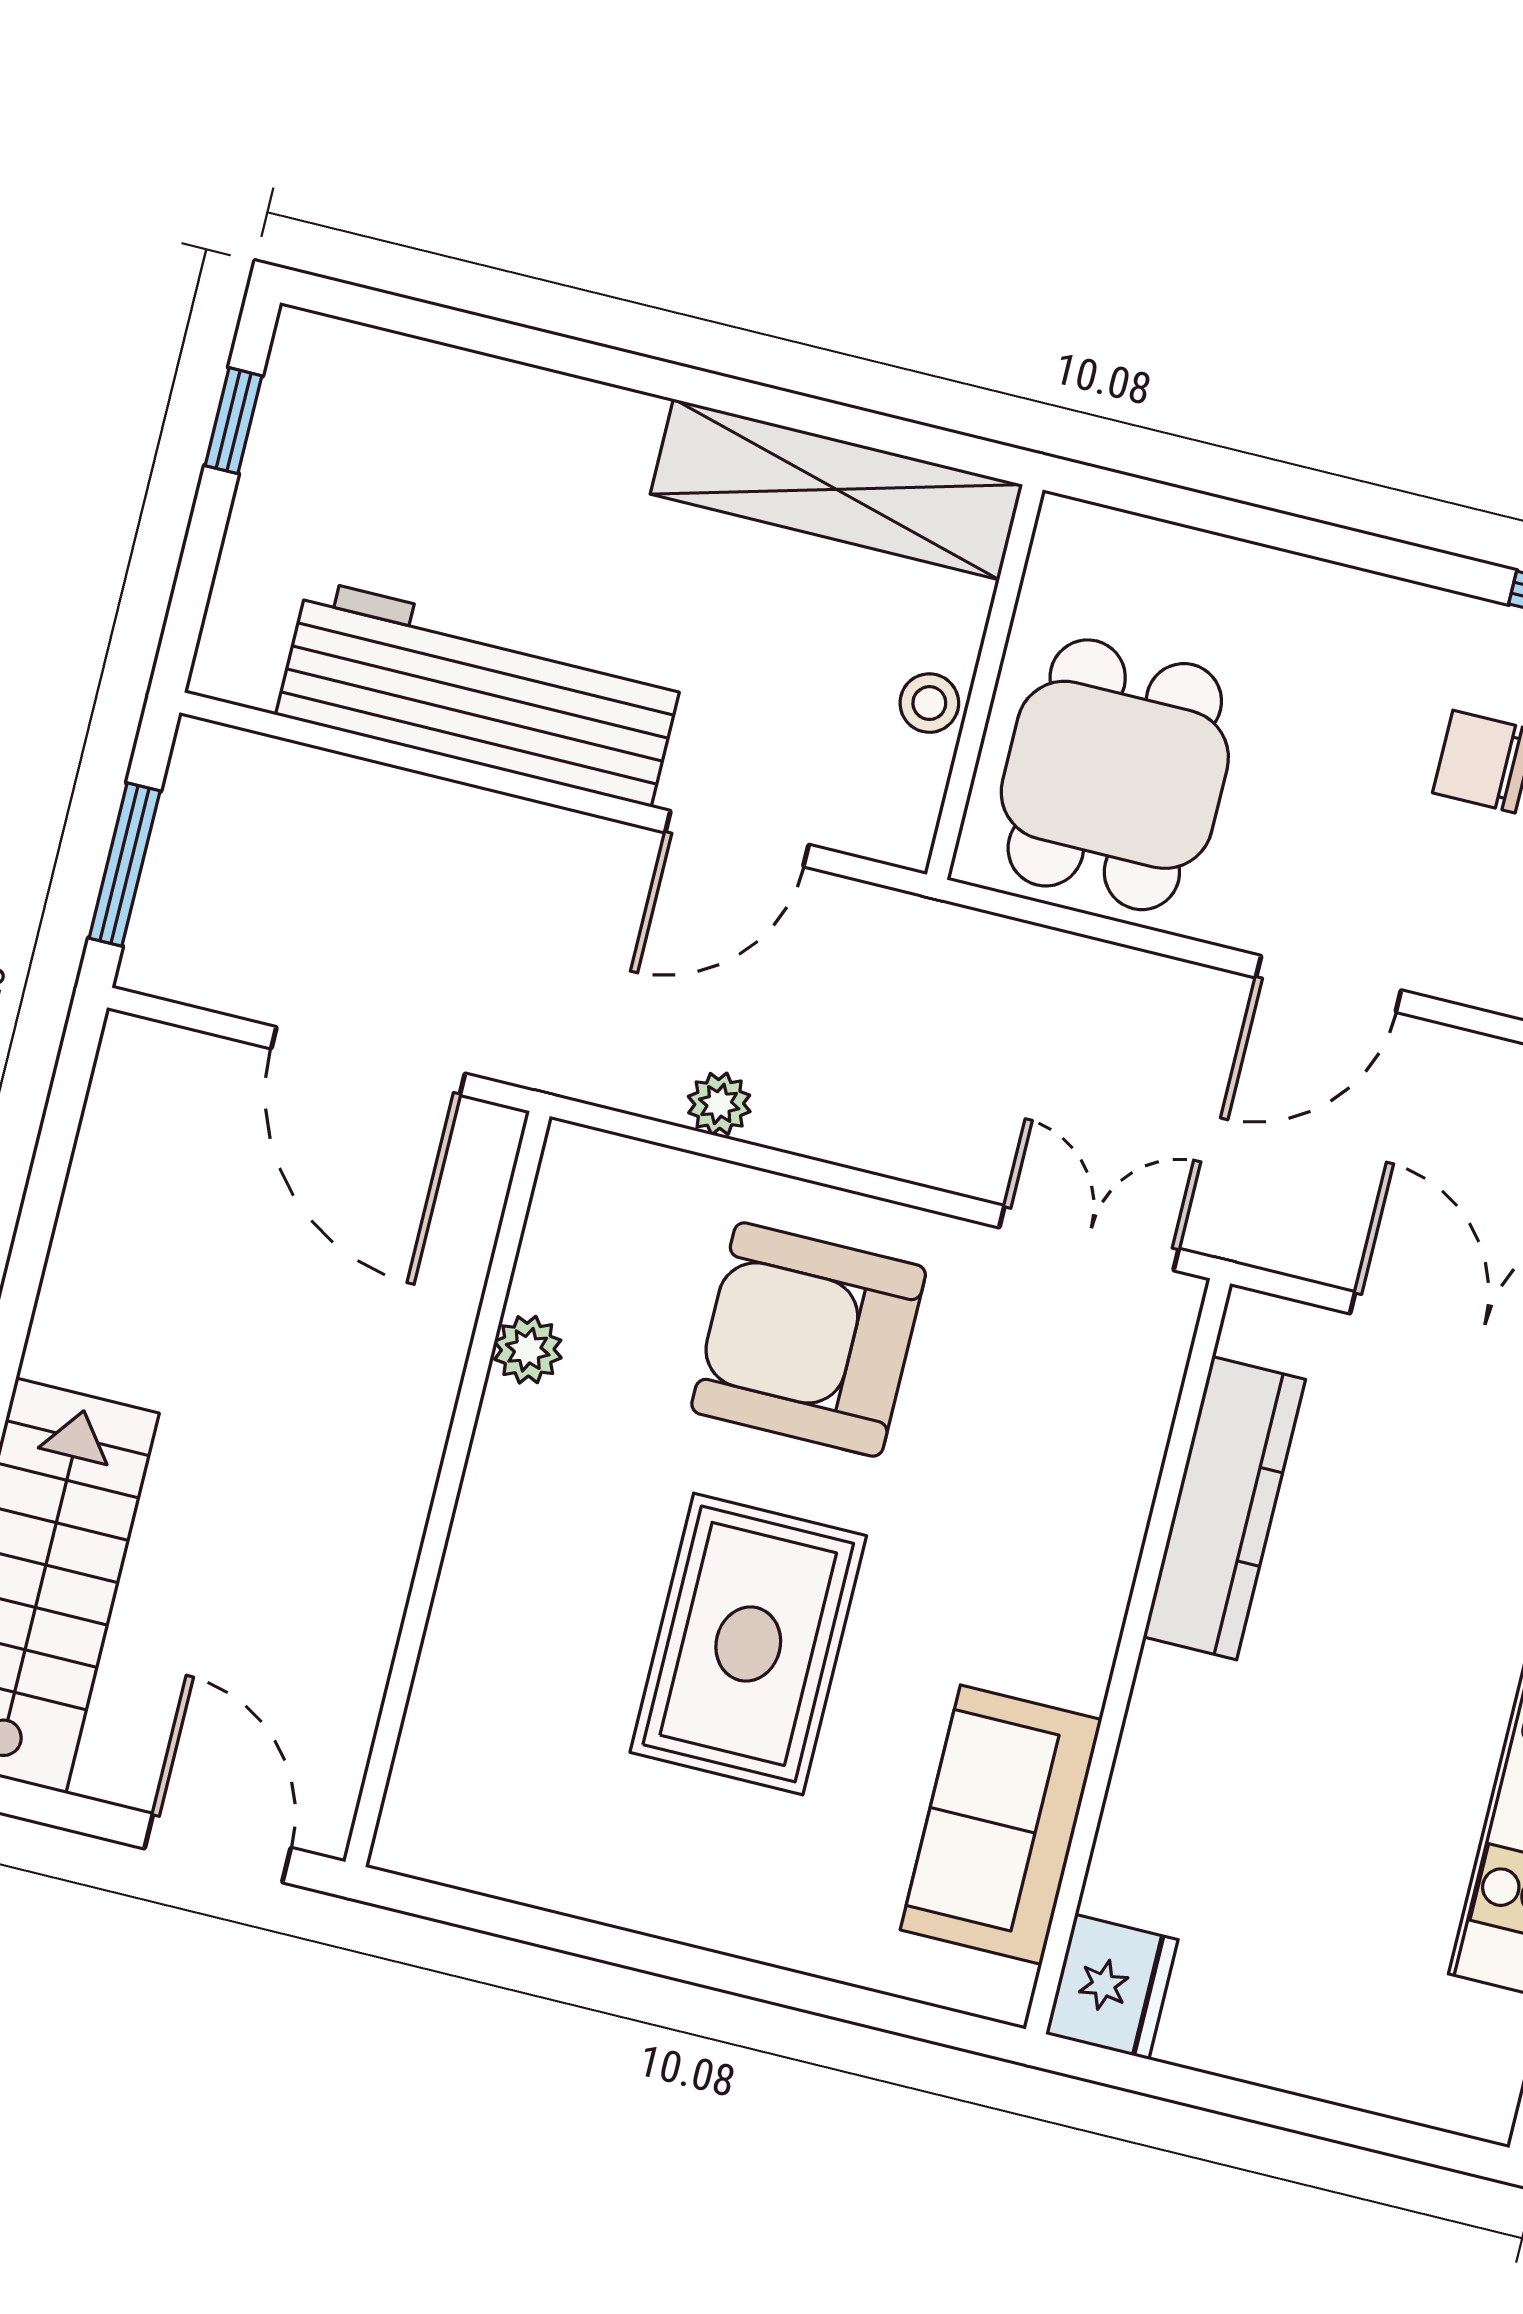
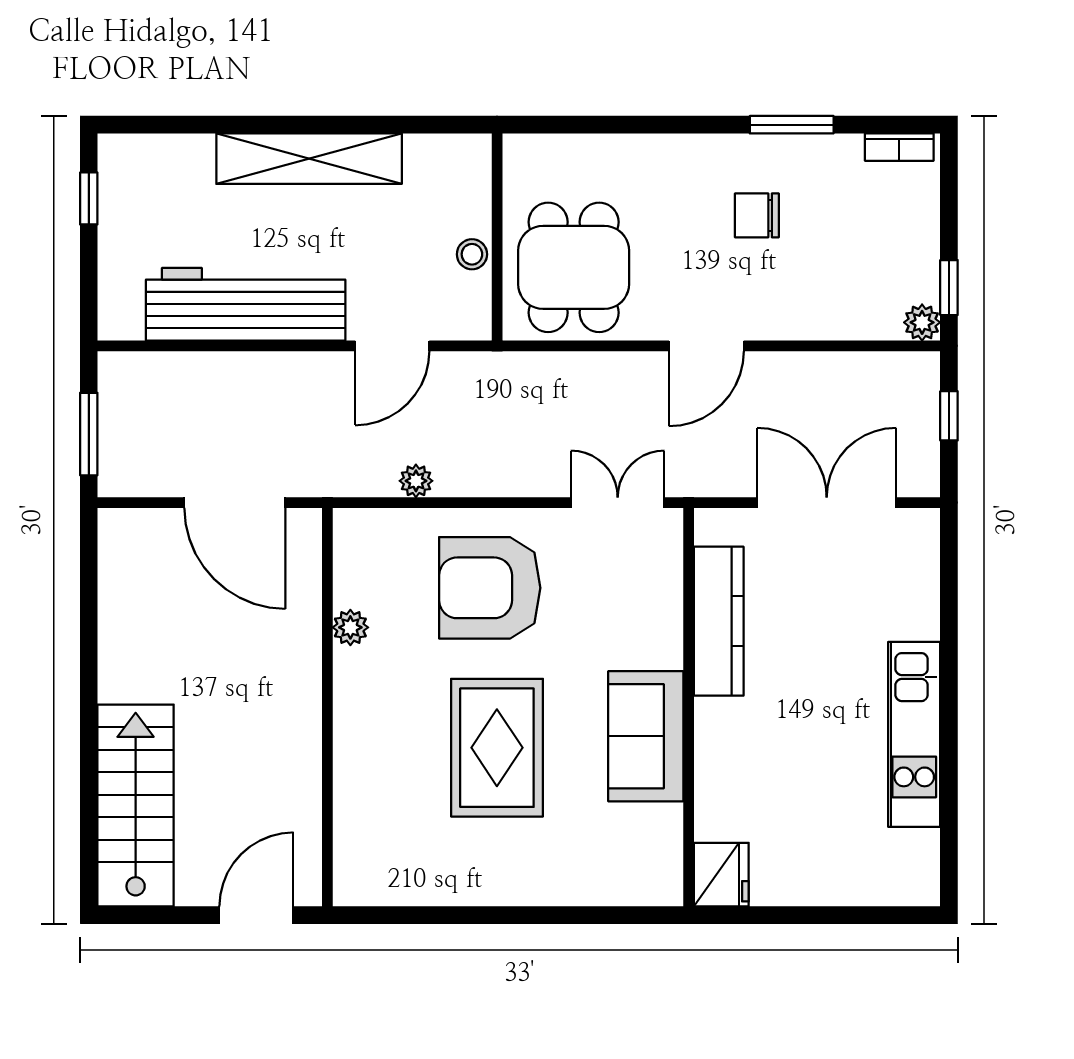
shelving: (836, 489) -> (309, 159), moved
sofa: (1001, 1825) -> (646, 736), moved
door: (218, 1848) -> (256, 915), hinge flipped

